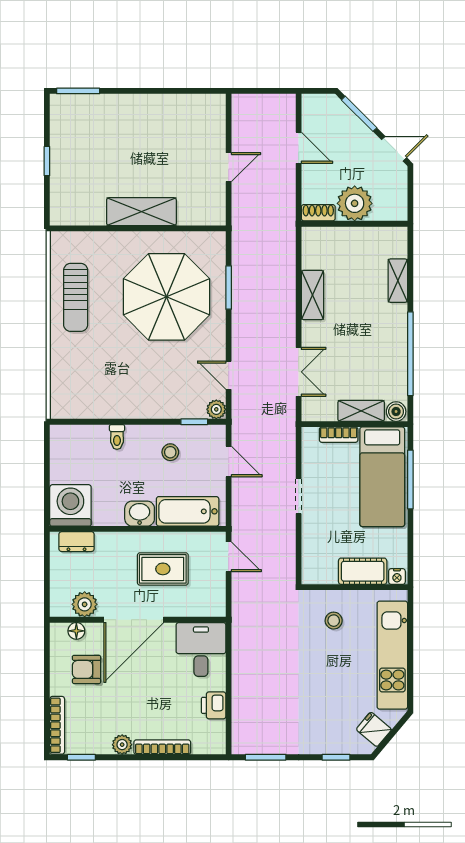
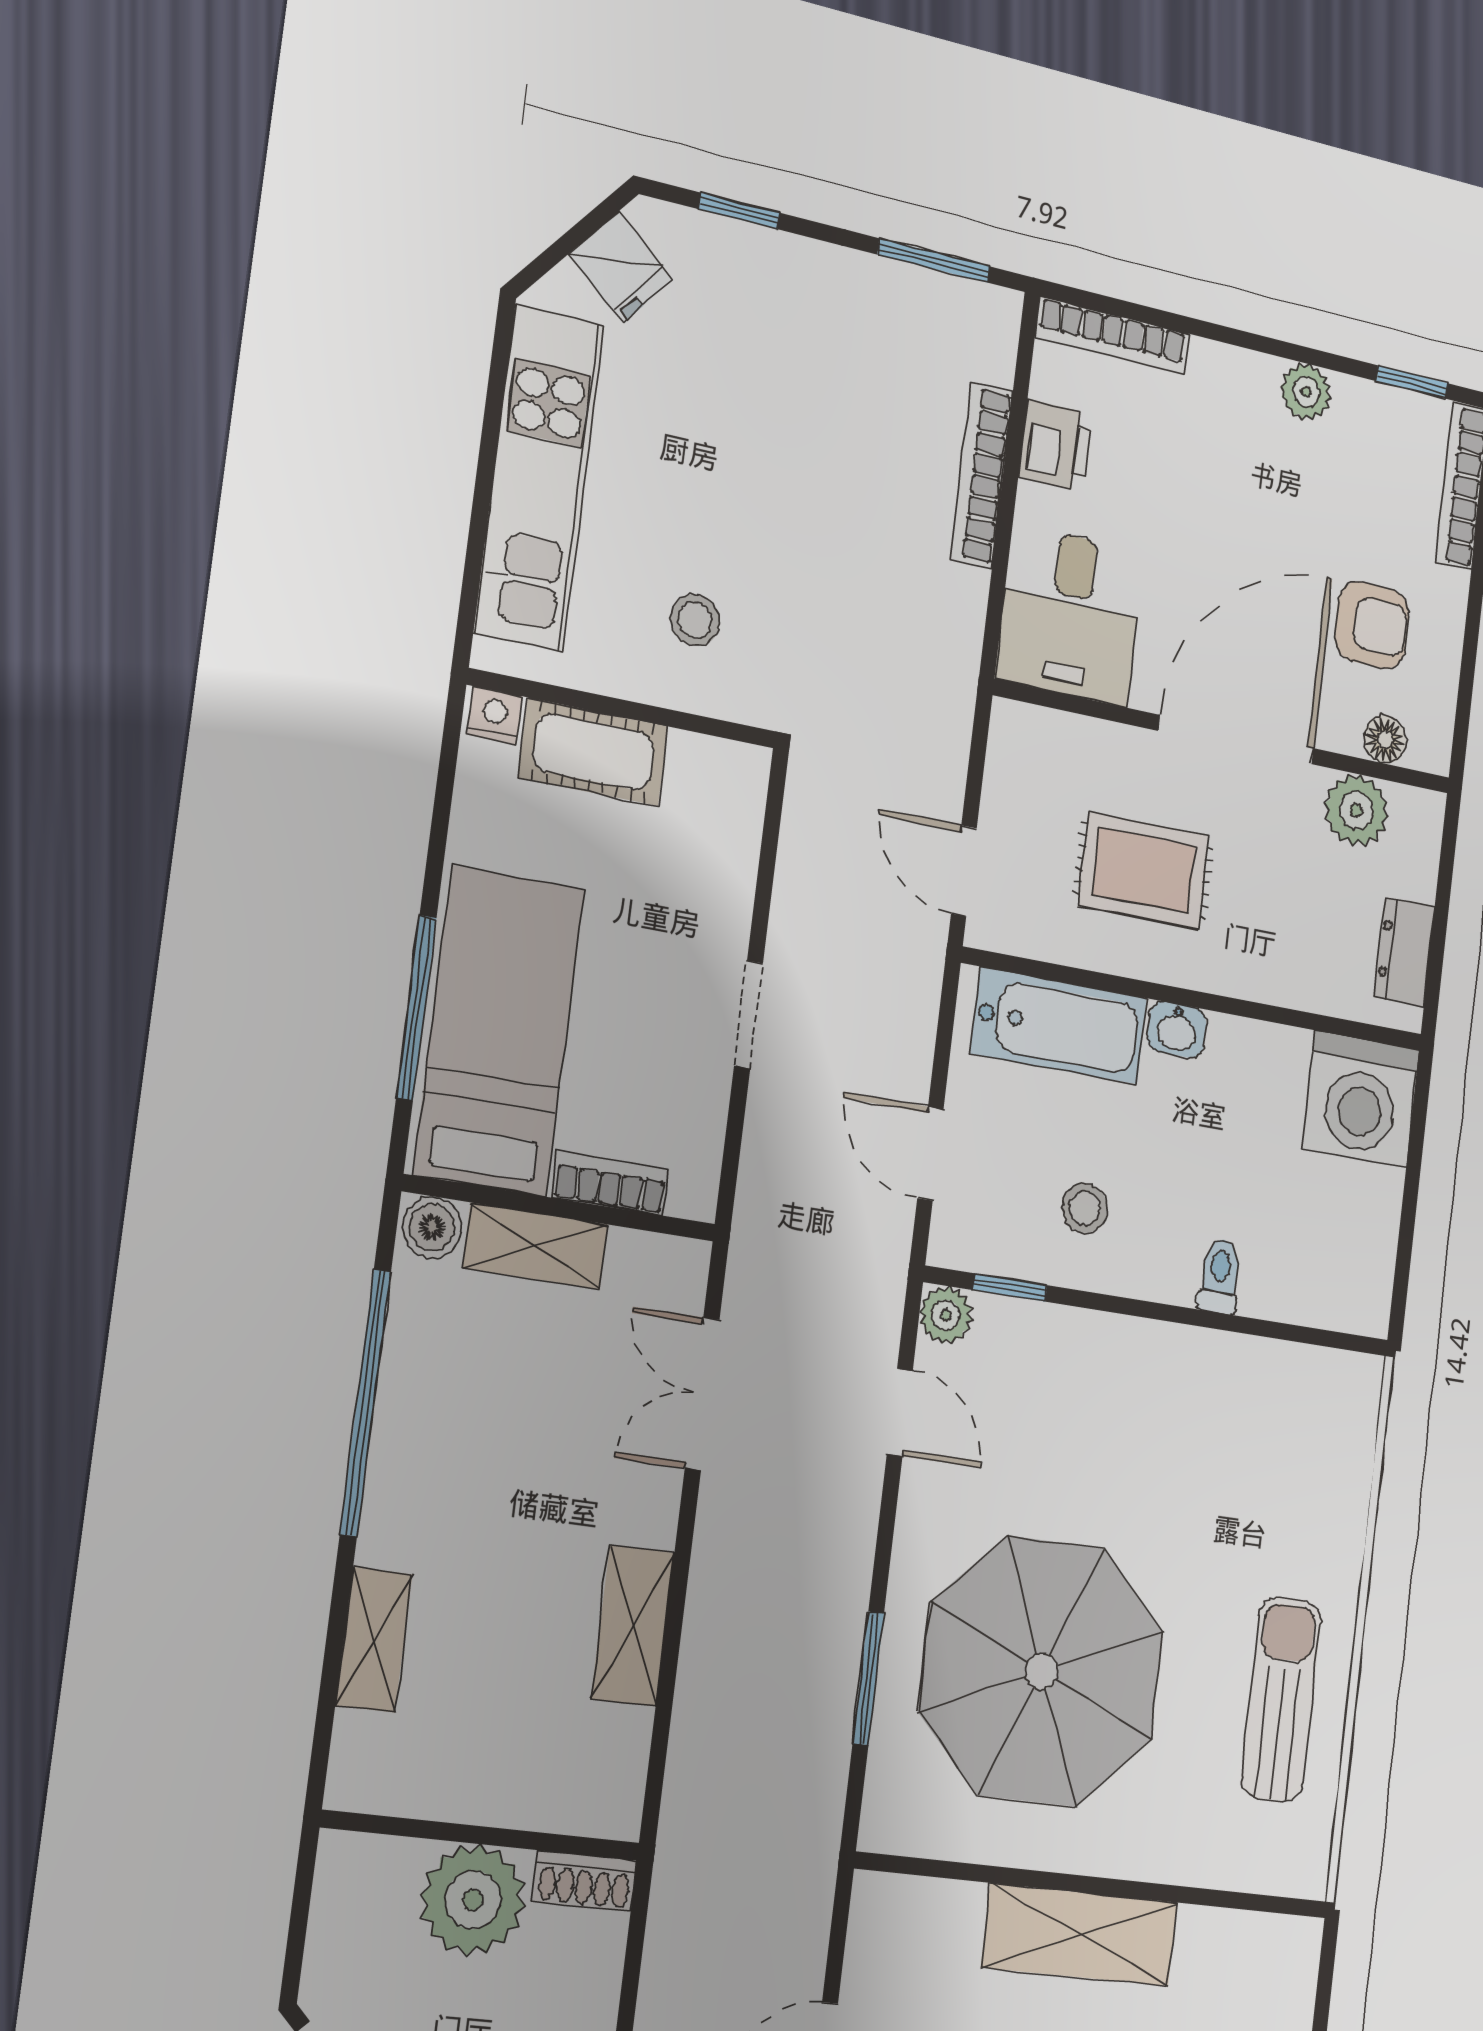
washbasin: (140, 514) -> (1177, 1030), width x0.72, depth x0.69
dresser: (77, 542) -> (1405, 952), moved, turned -90
bookcase: (239, 690) -> (981, 475), added
bookcase: (162, 747) -> (1112, 336), moved

